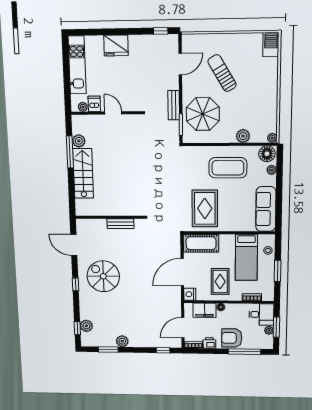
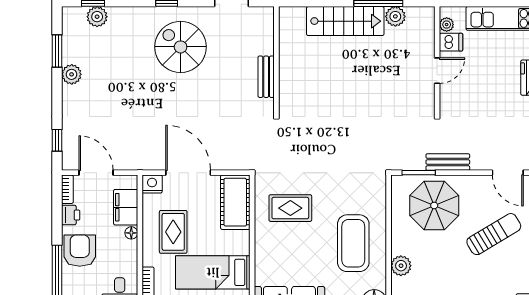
rug: (205, 208) -> (290, 208), width x0.73, depth x0.70
spiral stairs: (103, 276) -> (181, 47), turned -90
rug: (220, 282) -> (173, 232), turned 90

